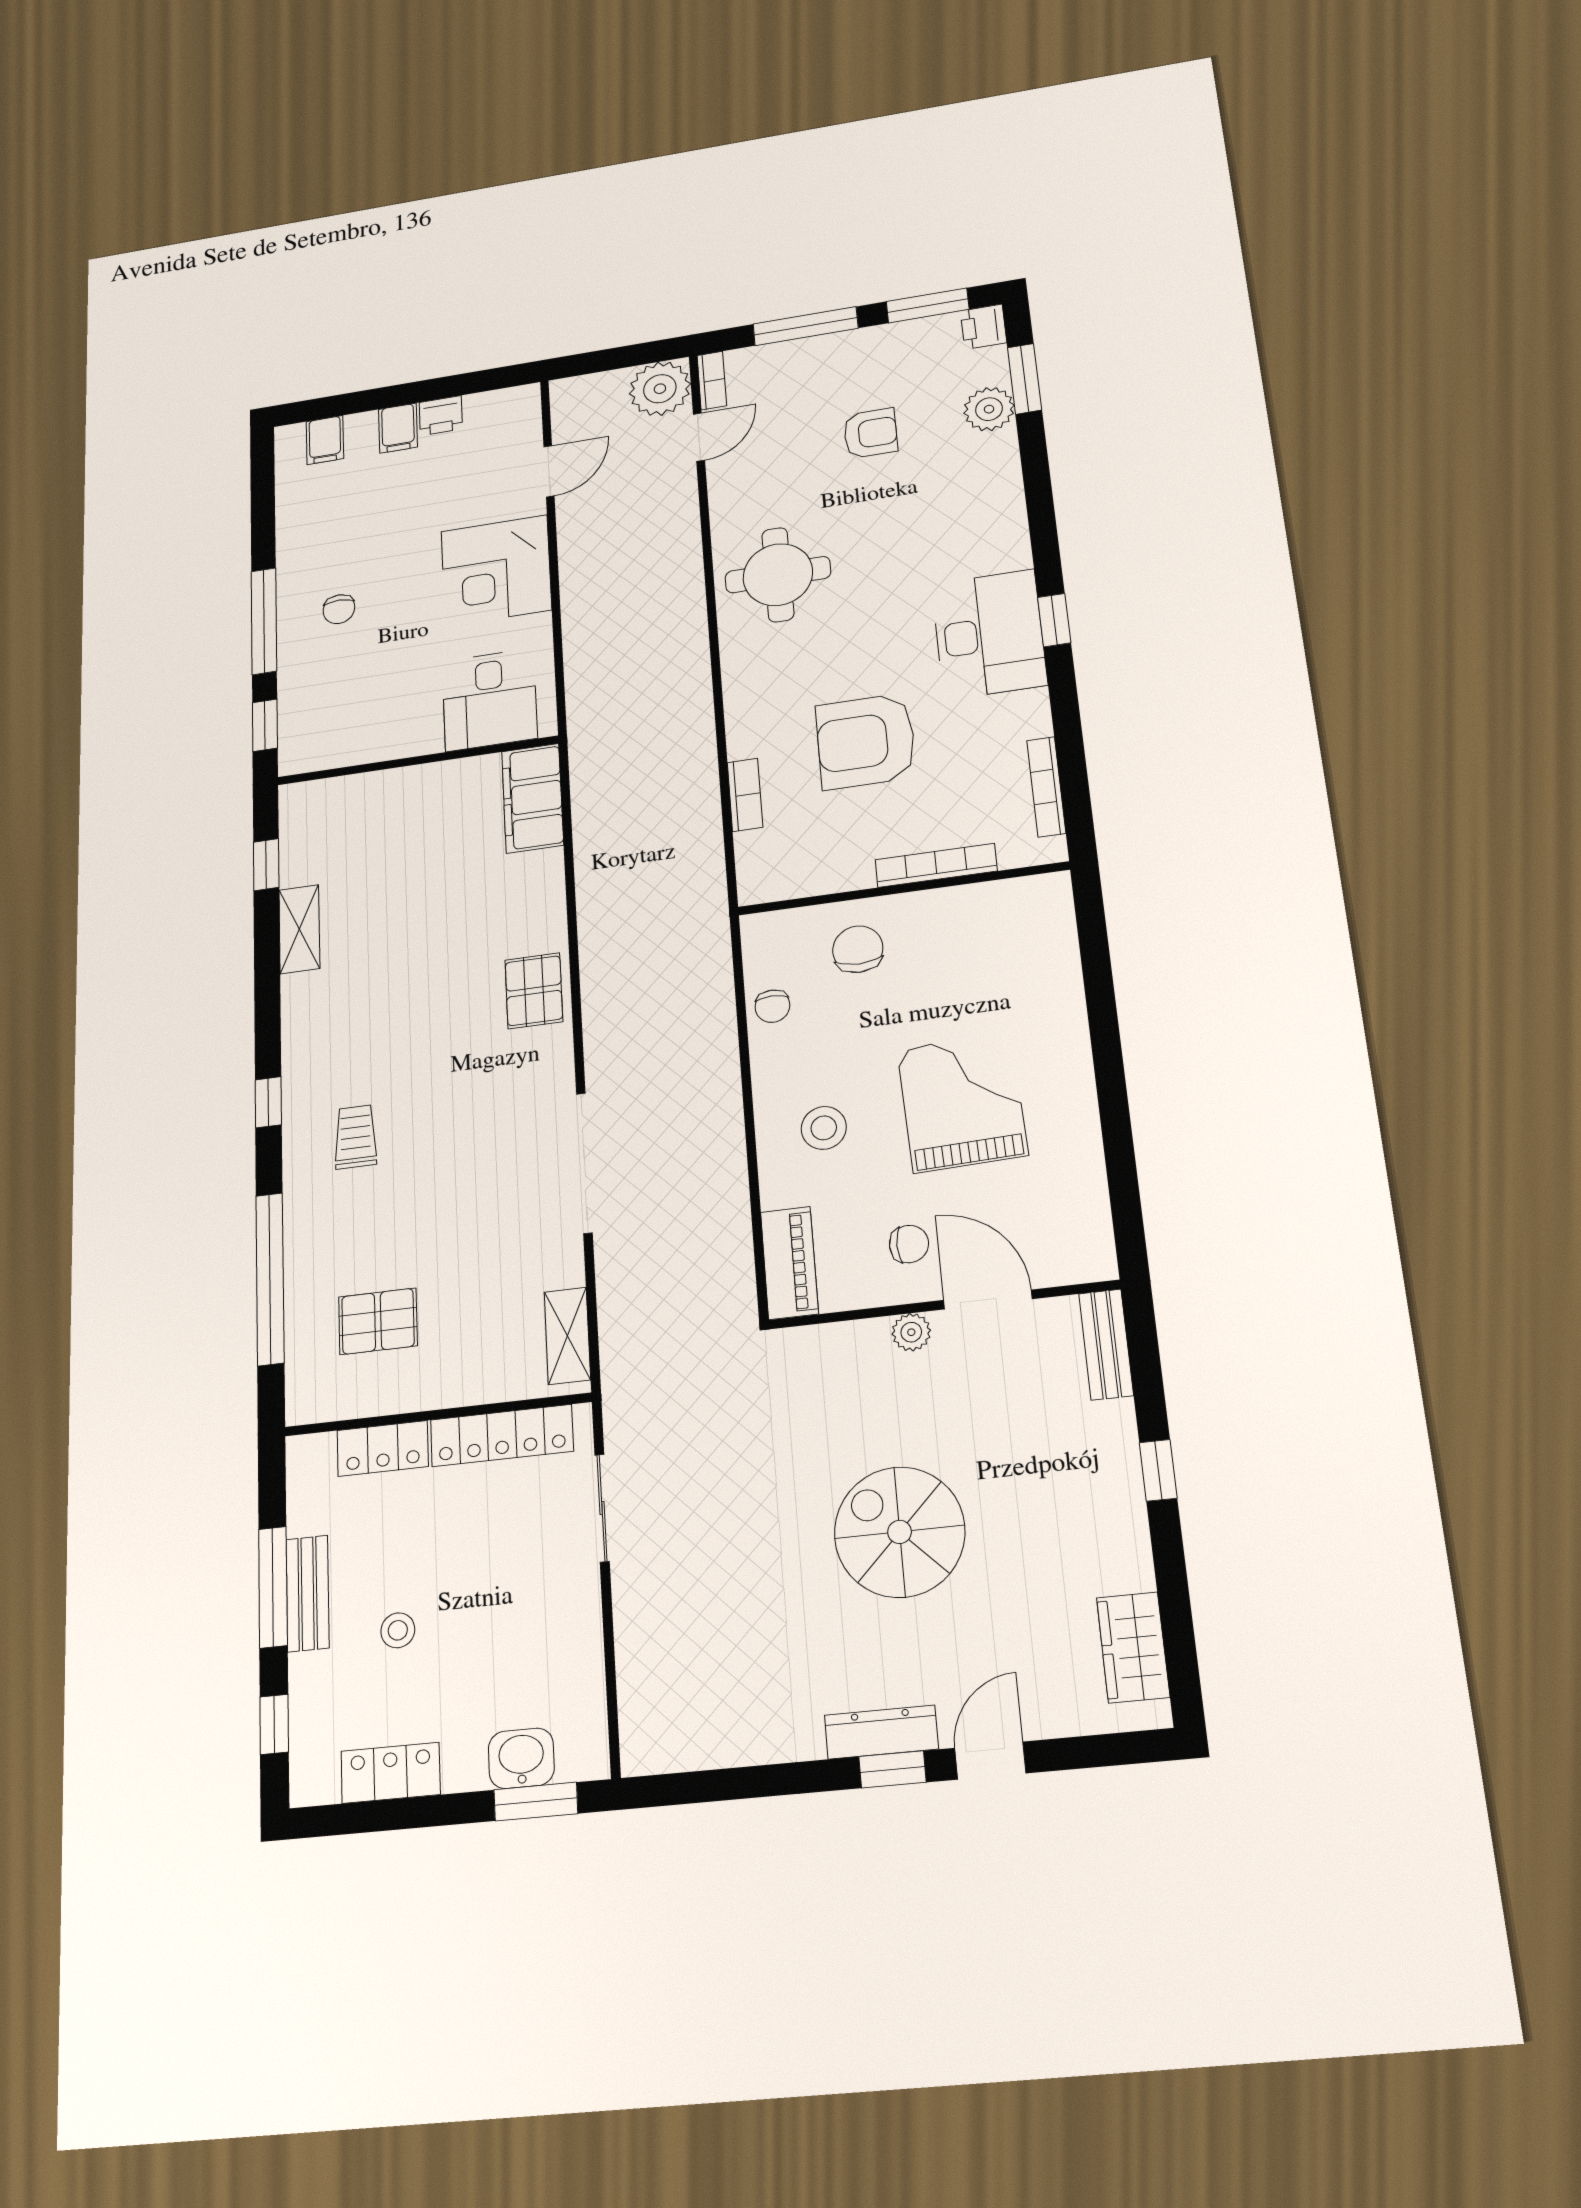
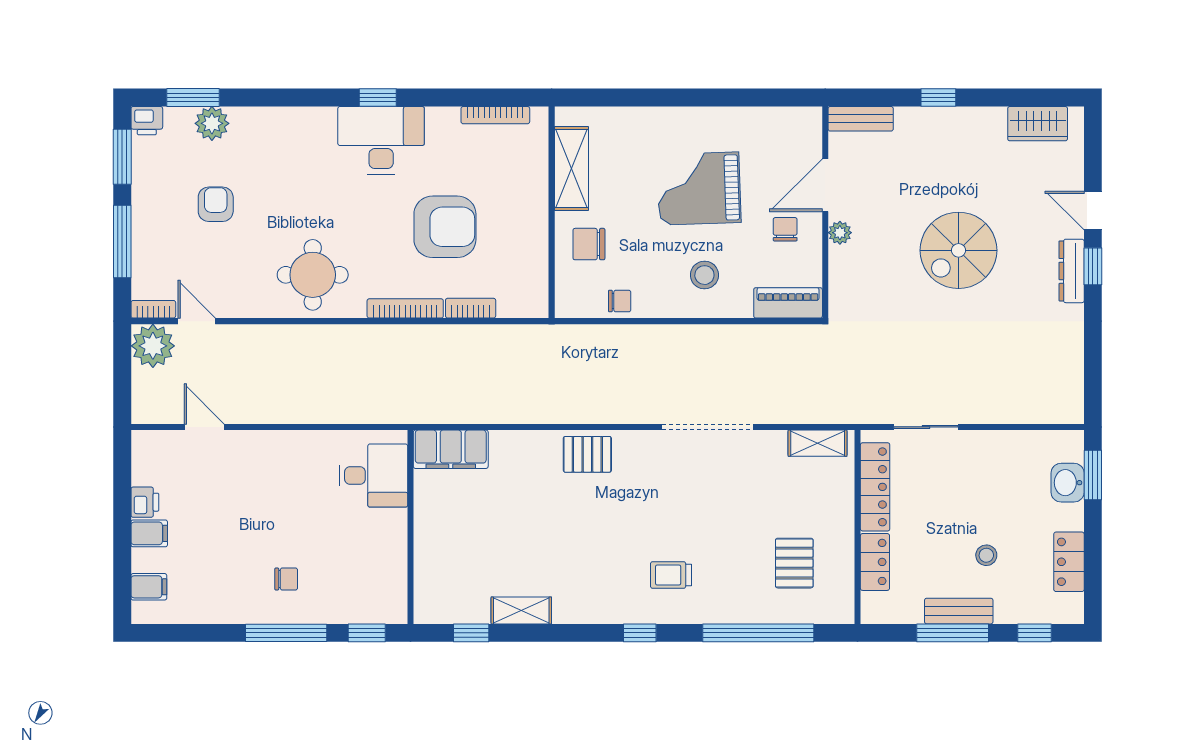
corner desk: (496, 570) -> (275, 467), removed
armchair: (866, 741) -> (445, 227), turned -90
bookcase: (936, 865) -> (405, 308), moved, turned 90
shelving: (974, 908) -> (571, 169), added

